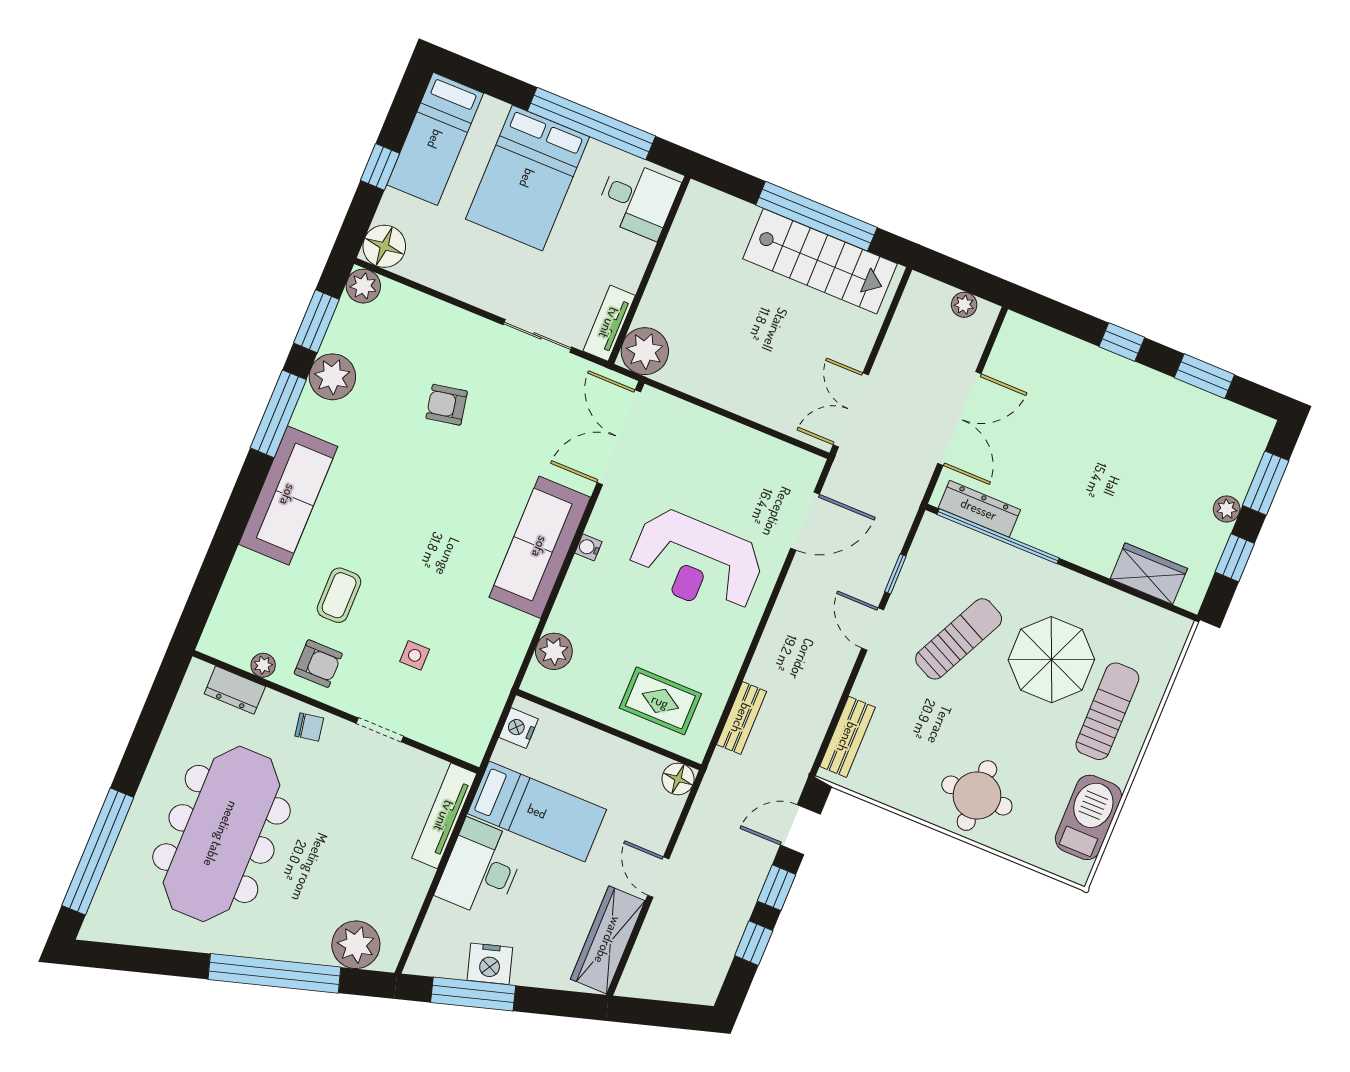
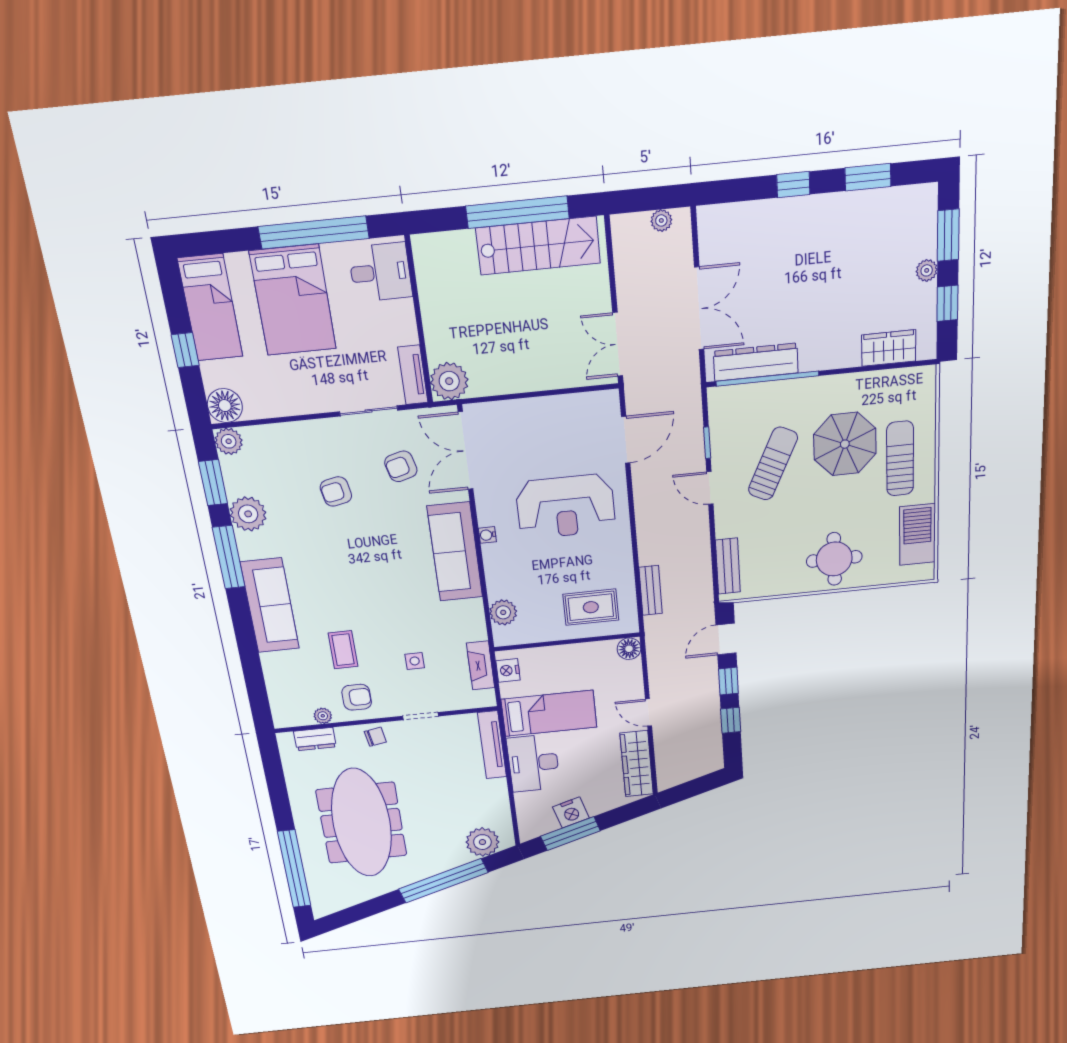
armchair: (536, 416) -> (401, 466), added
dresser: (979, 509) -> (756, 362), width x1.37, depth x1.24
fireplace: (489, 704) -> (481, 665), added

